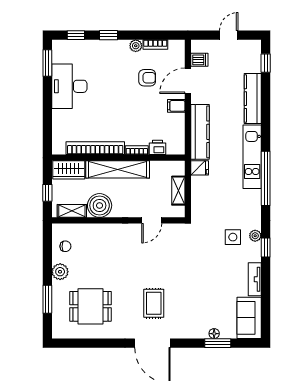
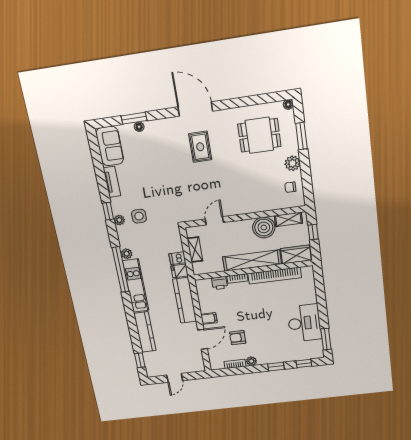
dishwasher: (199, 60) -> (177, 258), moved
plant: (255, 196) -> (127, 254), added
floor lamp: (57, 334) -> (288, 104), added

